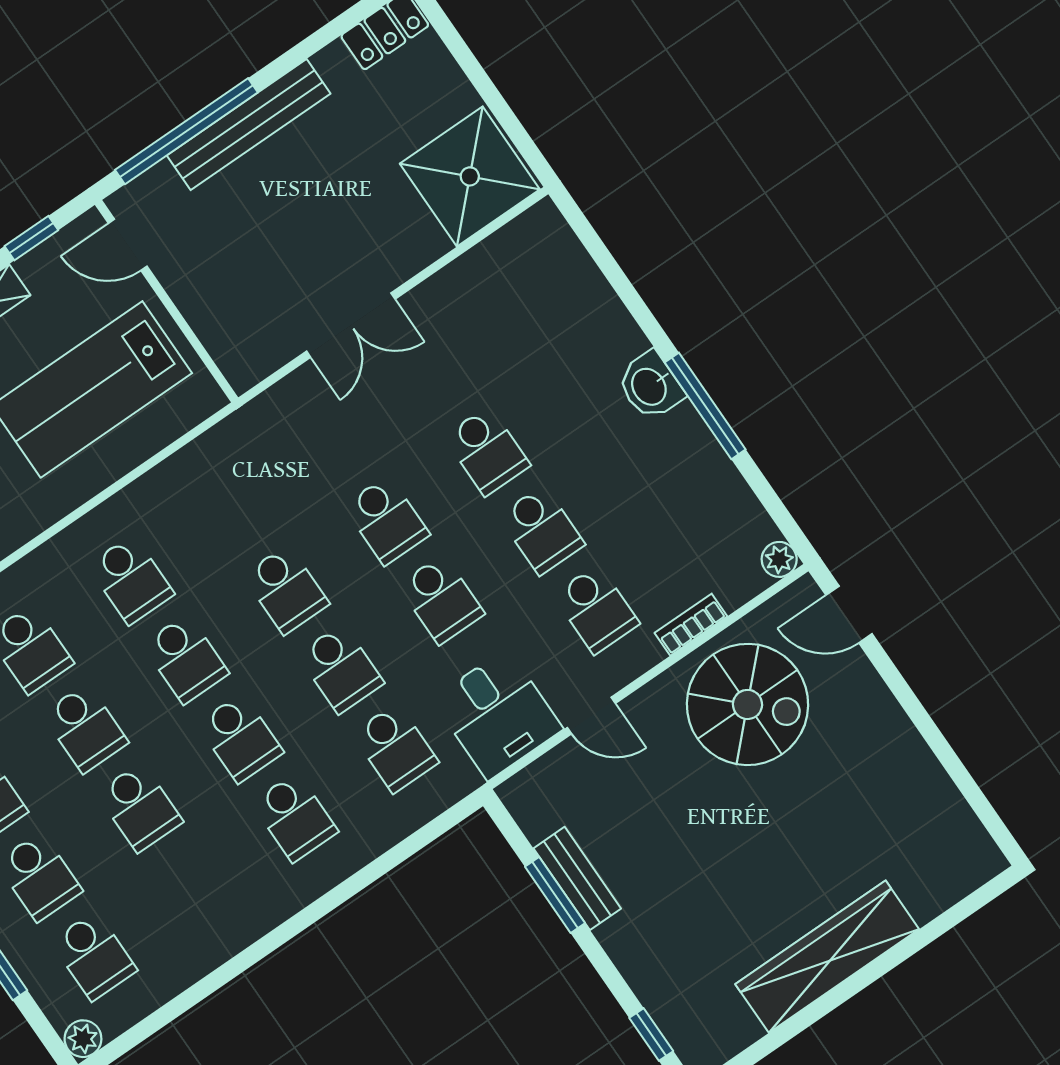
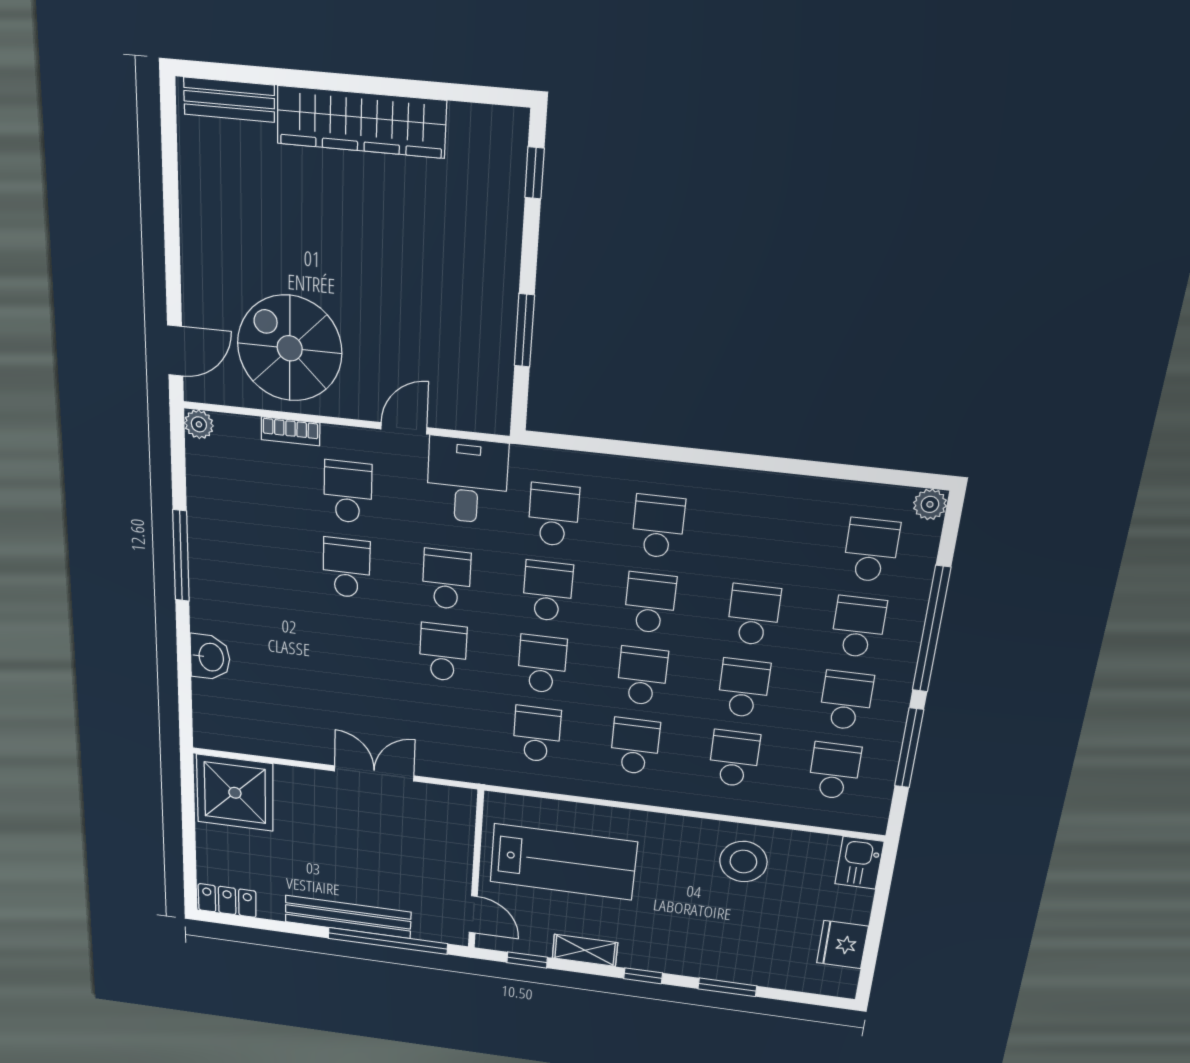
washbasin: (650, 386) -> (210, 657), moved
school desk: (487, 451) -> (537, 734), moved
door: (849, 614) -> (175, 351), hinge flipped
door: (591, 716) -> (404, 428), hinge flipped
bench: (577, 878) -> (229, 100), moved, turned 90

